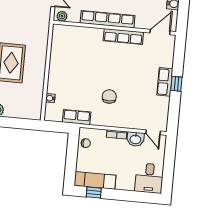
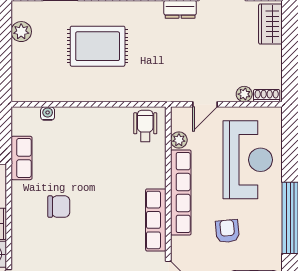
plant: (62, 16) -> (179, 140), moved
wheelchair: (64, 38) -> (145, 126), added

